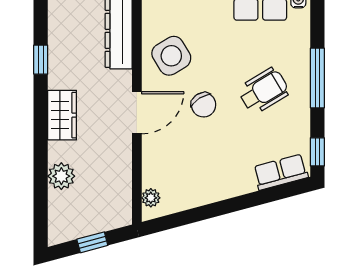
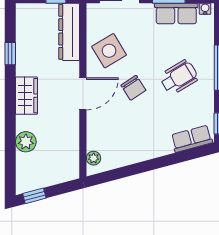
window: (92, 242) -> (34, 196), moved

